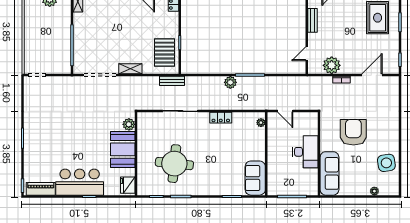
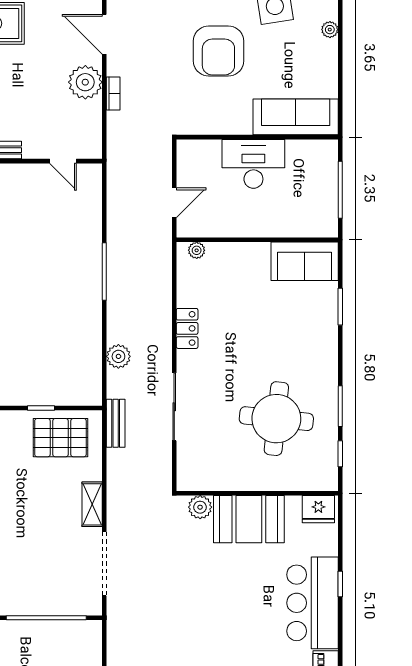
plant: (332, 65) -> (85, 82), moved
plant: (230, 82) -> (118, 356), moved
armchair: (353, 132) -> (218, 51), moved, turned -90

